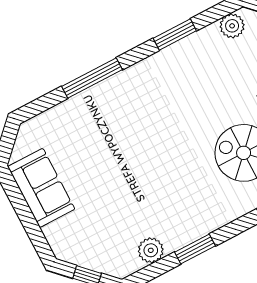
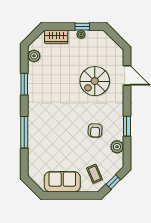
armchair: (159, 198) -> (95, 130), added
coffee table: (84, 236) -> (94, 174), added

